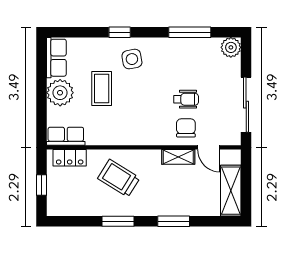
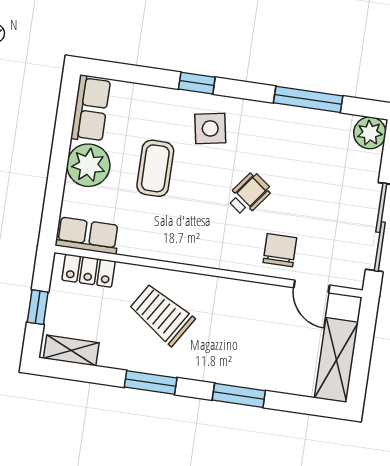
wheelchair: (186, 99) -> (249, 194), moved, turned -53
shelving: (178, 157) -> (71, 351), moved

